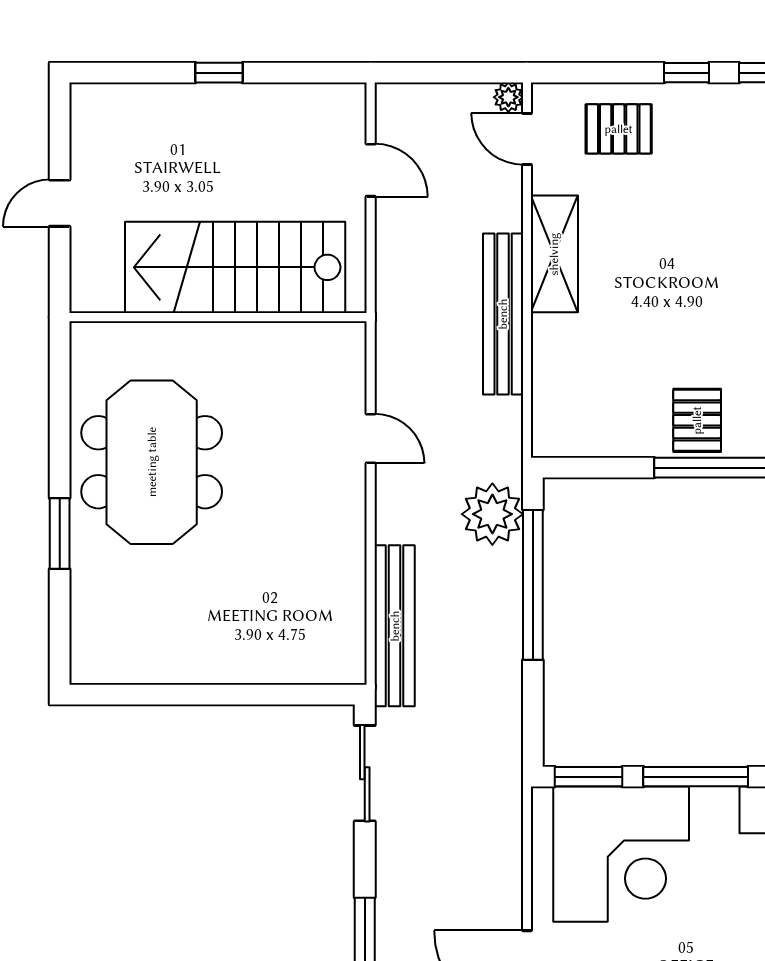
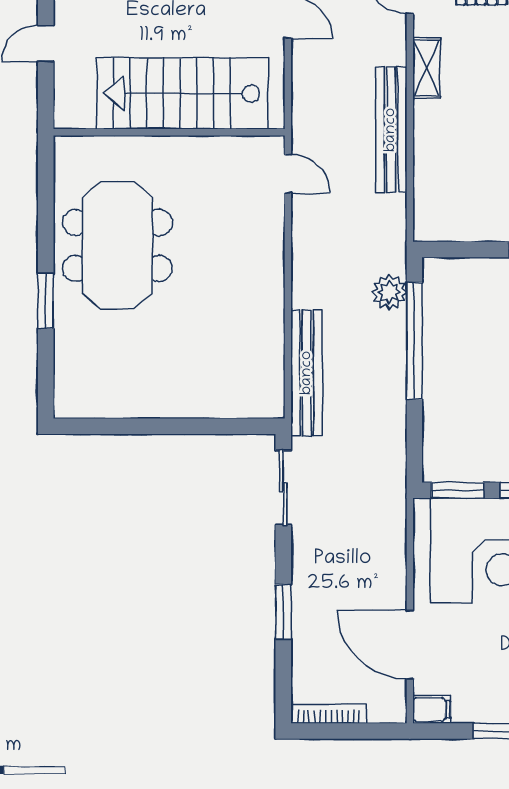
shelving: (554, 254) -> (427, 68), width x0.67, depth x0.75
door: (371, 439) -> (288, 174), moved
plant: (492, 514) -> (389, 292), width x0.73, depth x0.73

